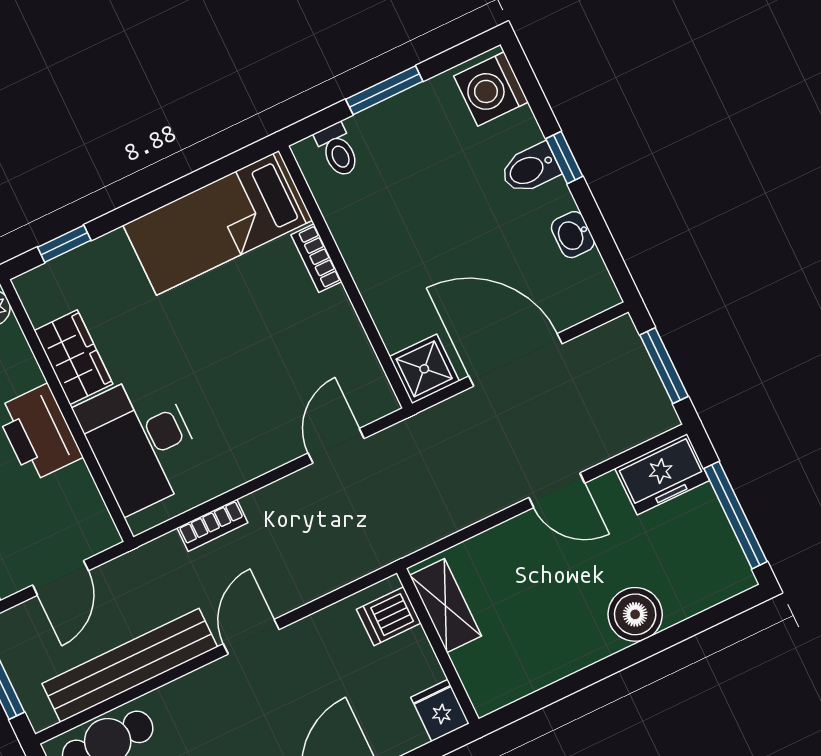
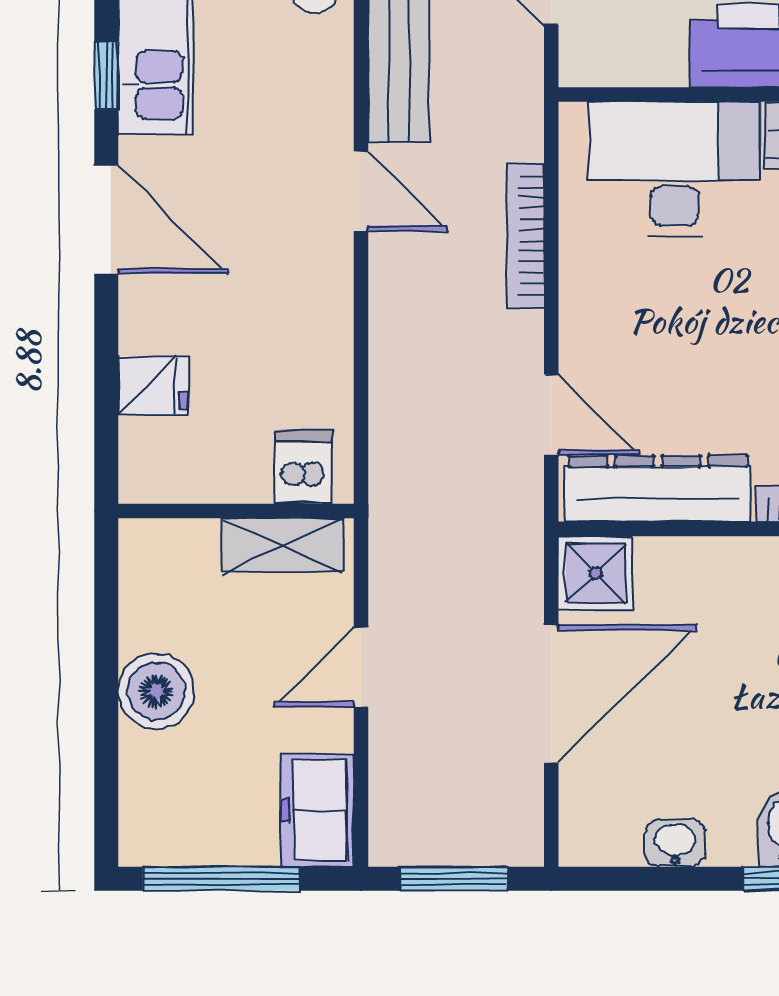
dresser: (351, 355) -> (658, 488), added
bookcase: (212, 525) -> (526, 236), width x1.56
shelving: (446, 606) -> (282, 545), moved
dishwasher: (389, 616) -> (303, 467), moved
wall: (438, 646) -> (236, 511), moved

